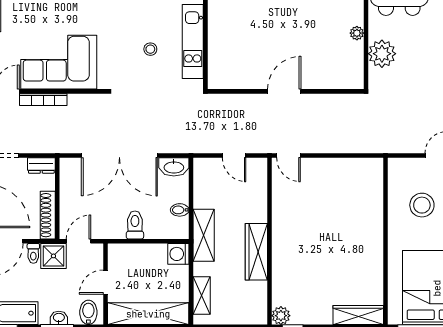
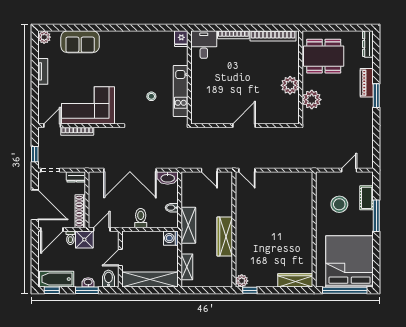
plant: (357, 33) -> (290, 85), width x1.88, depth x1.88

